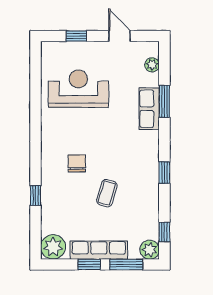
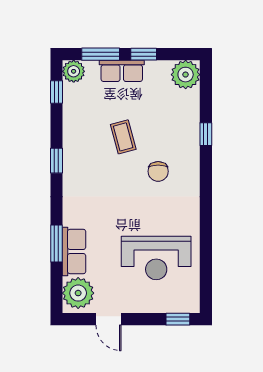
window: (76, 36) -> (178, 319), moved
plant: (152, 65) -> (78, 293), width x1.87, depth x1.87
row of seats: (149, 109) -> (74, 251), moved
coffee table: (107, 193) -> (123, 137), turned -31
row of seats: (99, 250) -> (122, 71), width x0.68

